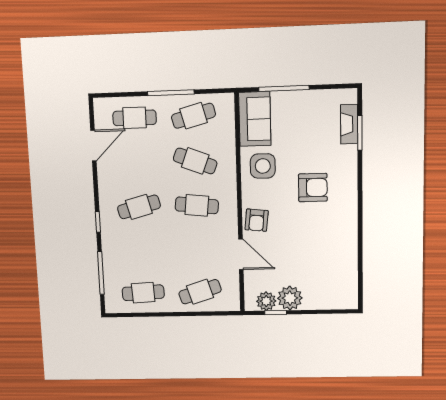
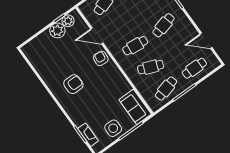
door: (93, 145) -> (206, 41), hinge flipped
side table: (263, 166) -> (113, 128), moved
armchair: (313, 188) -> (73, 84), moved, turned 180

